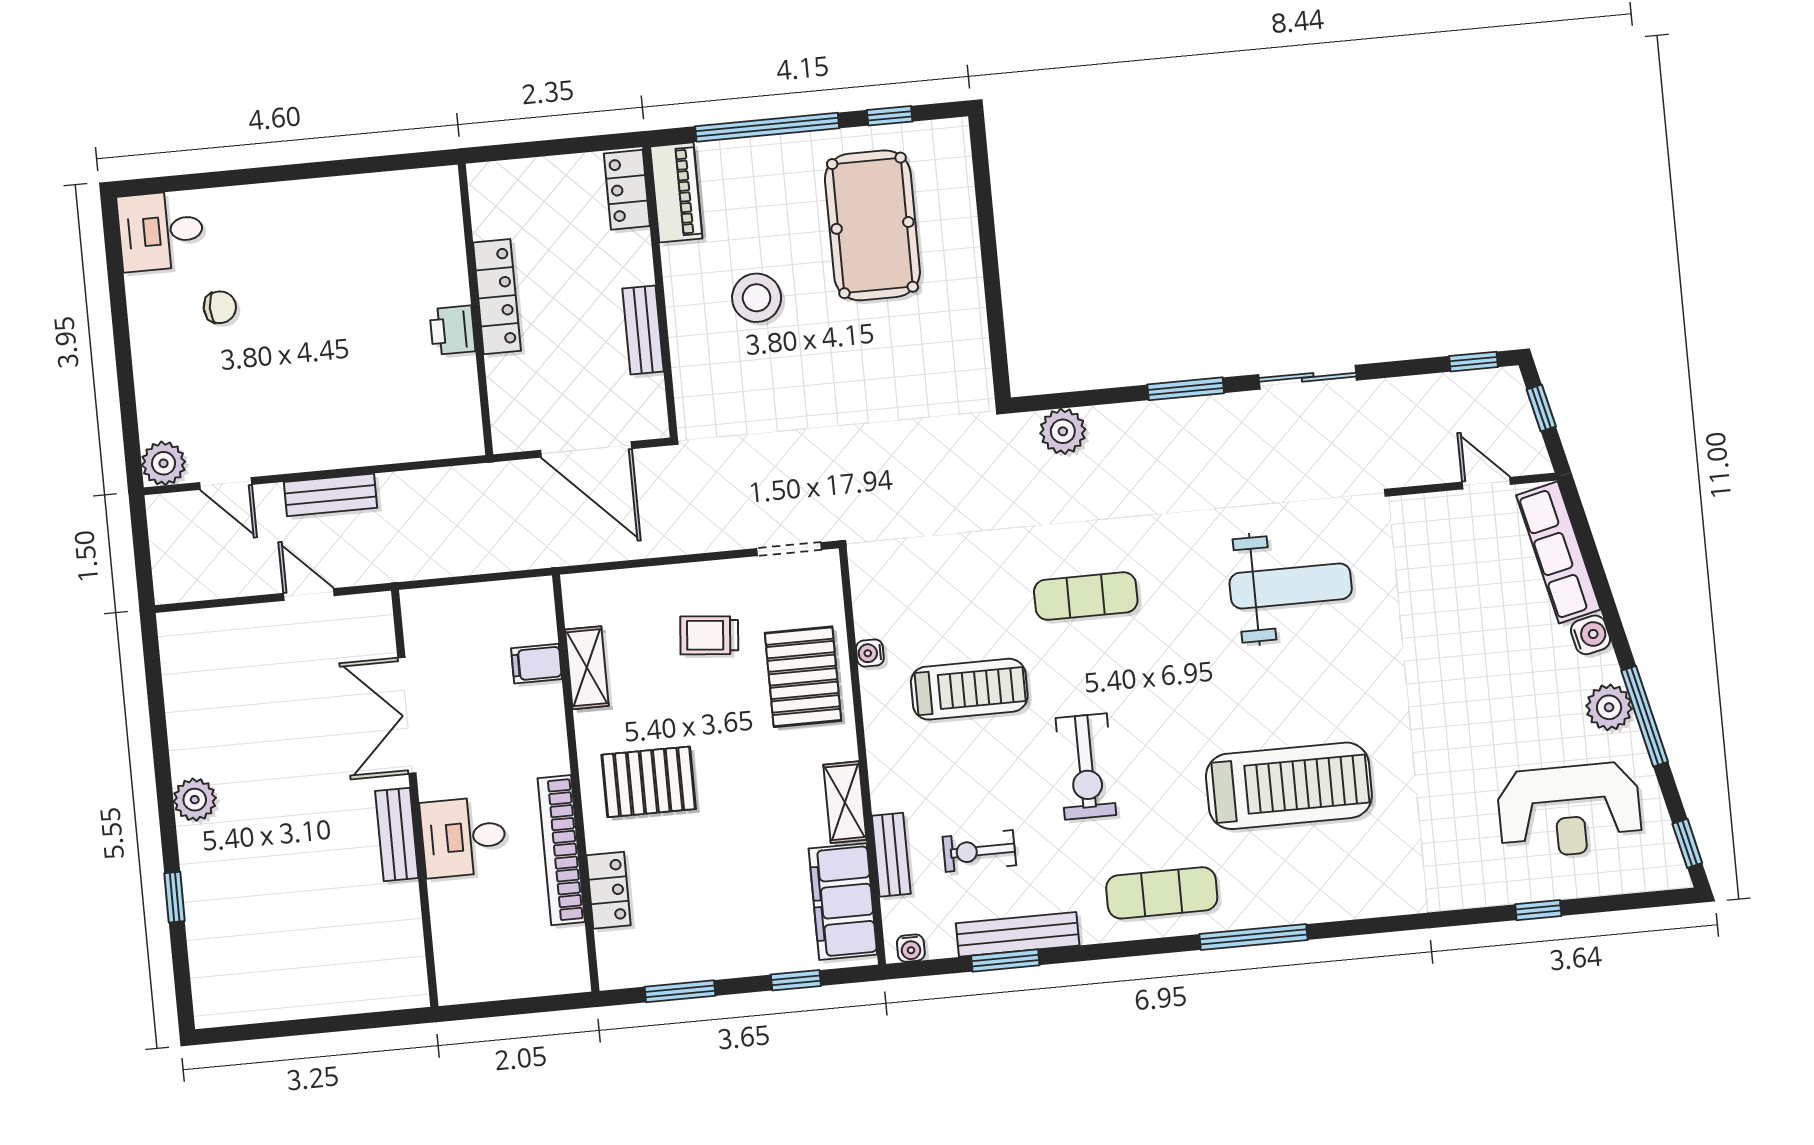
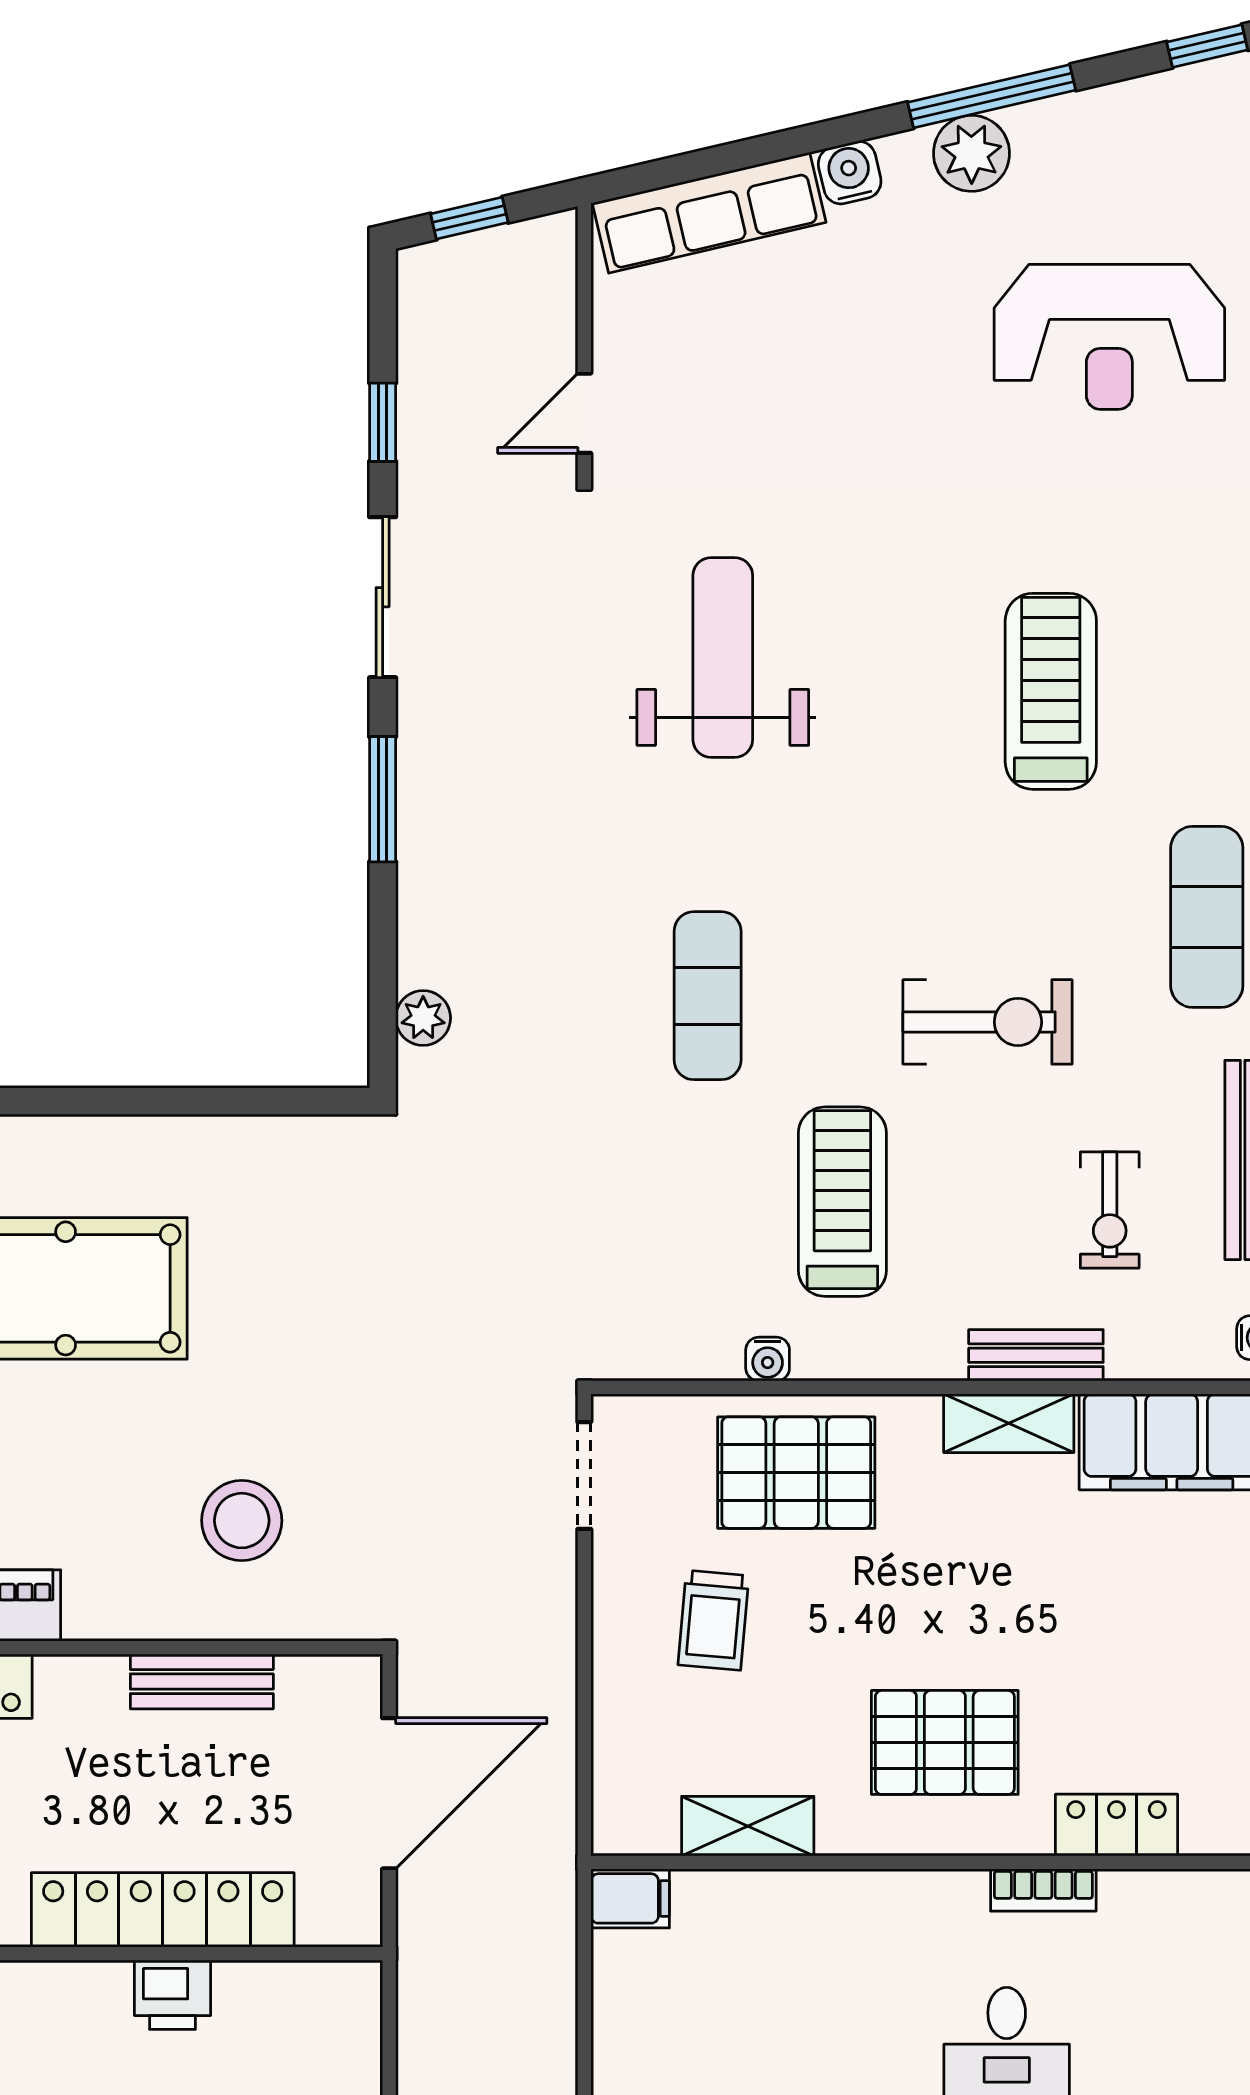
locker: (497, 297) -> (163, 1910), width x1.41, depth x1.21
stool: (757, 298) -> (242, 1521), moved
window: (1473, 362) -> (383, 422), moved
plant: (1063, 431) -> (423, 1018), width x0.73, depth x0.73
door: (1486, 483) -> (584, 413), moved
filing cabinet: (537, 664) -> (630, 1898), moved, turned -90
pallet: (649, 782) -> (945, 1742), turned 90
treadmill: (1289, 786) -> (1051, 691), width x0.73, depth x0.73
reception desk: (1569, 810) -> (1109, 337), moved, turned 90
bookcase: (561, 850) -> (1043, 1890), width x0.43, depth x0.76
bench: (891, 855) -> (1036, 1355), moved

